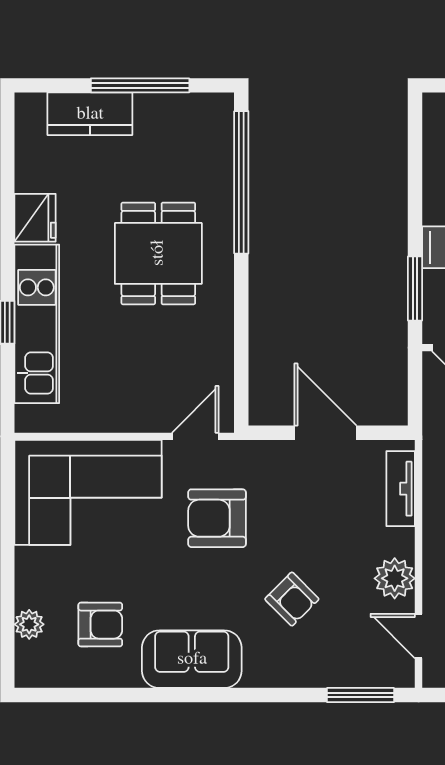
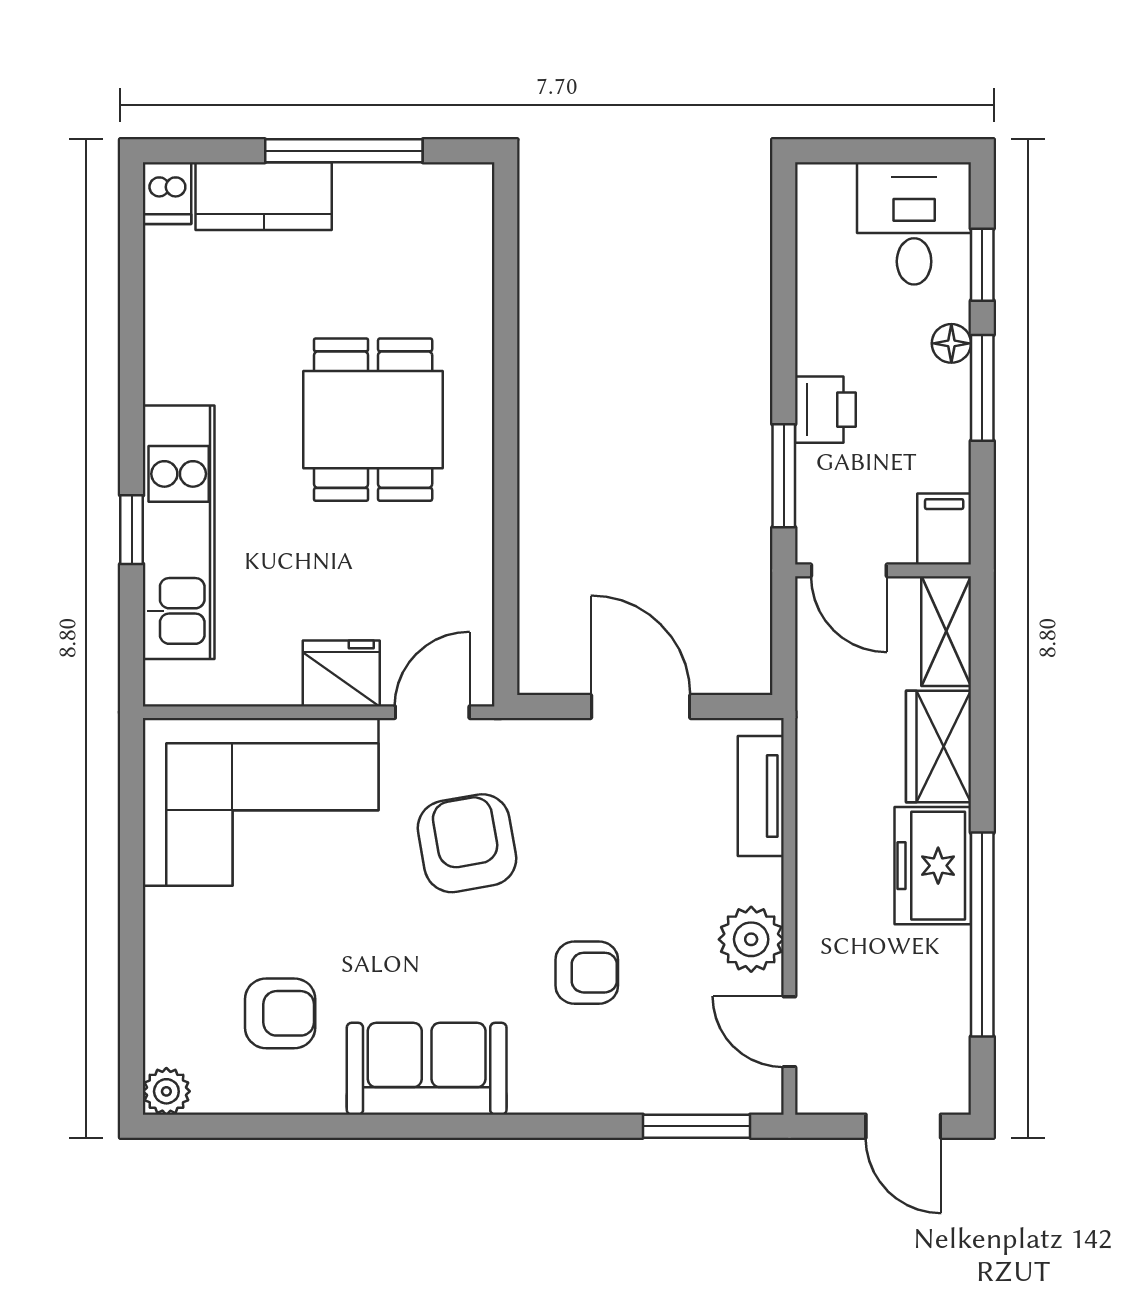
dishwasher: (29, 112) -> (167, 193), added
window: (241, 182) -> (506, 306), removed
fridge: (35, 218) -> (341, 673), moved, turned -90
armchair: (217, 518) -> (467, 843), turned 80
armchair: (292, 599) -> (587, 973), turned -45
plant: (29, 624) -> (166, 1091), moved

